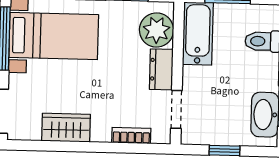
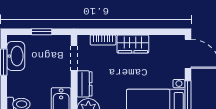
wardrobe: (66, 128) -> (133, 44), moved

